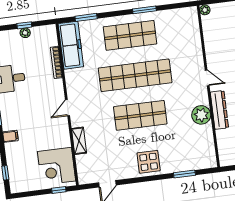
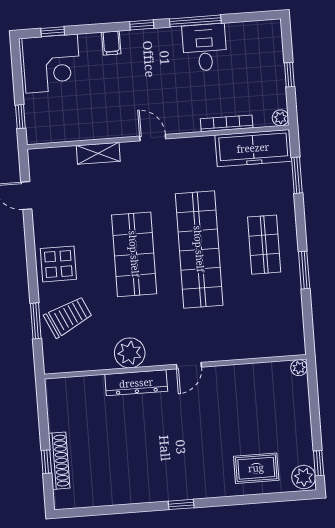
plant: (25, 33) -> (280, 118), moved
shop shelf: (130, 35) -> (264, 245), width x0.70, depth x0.74
trolley: (181, 154) -> (68, 317), added
corner desk: (56, 166) -> (52, 64), moved, turned 180

